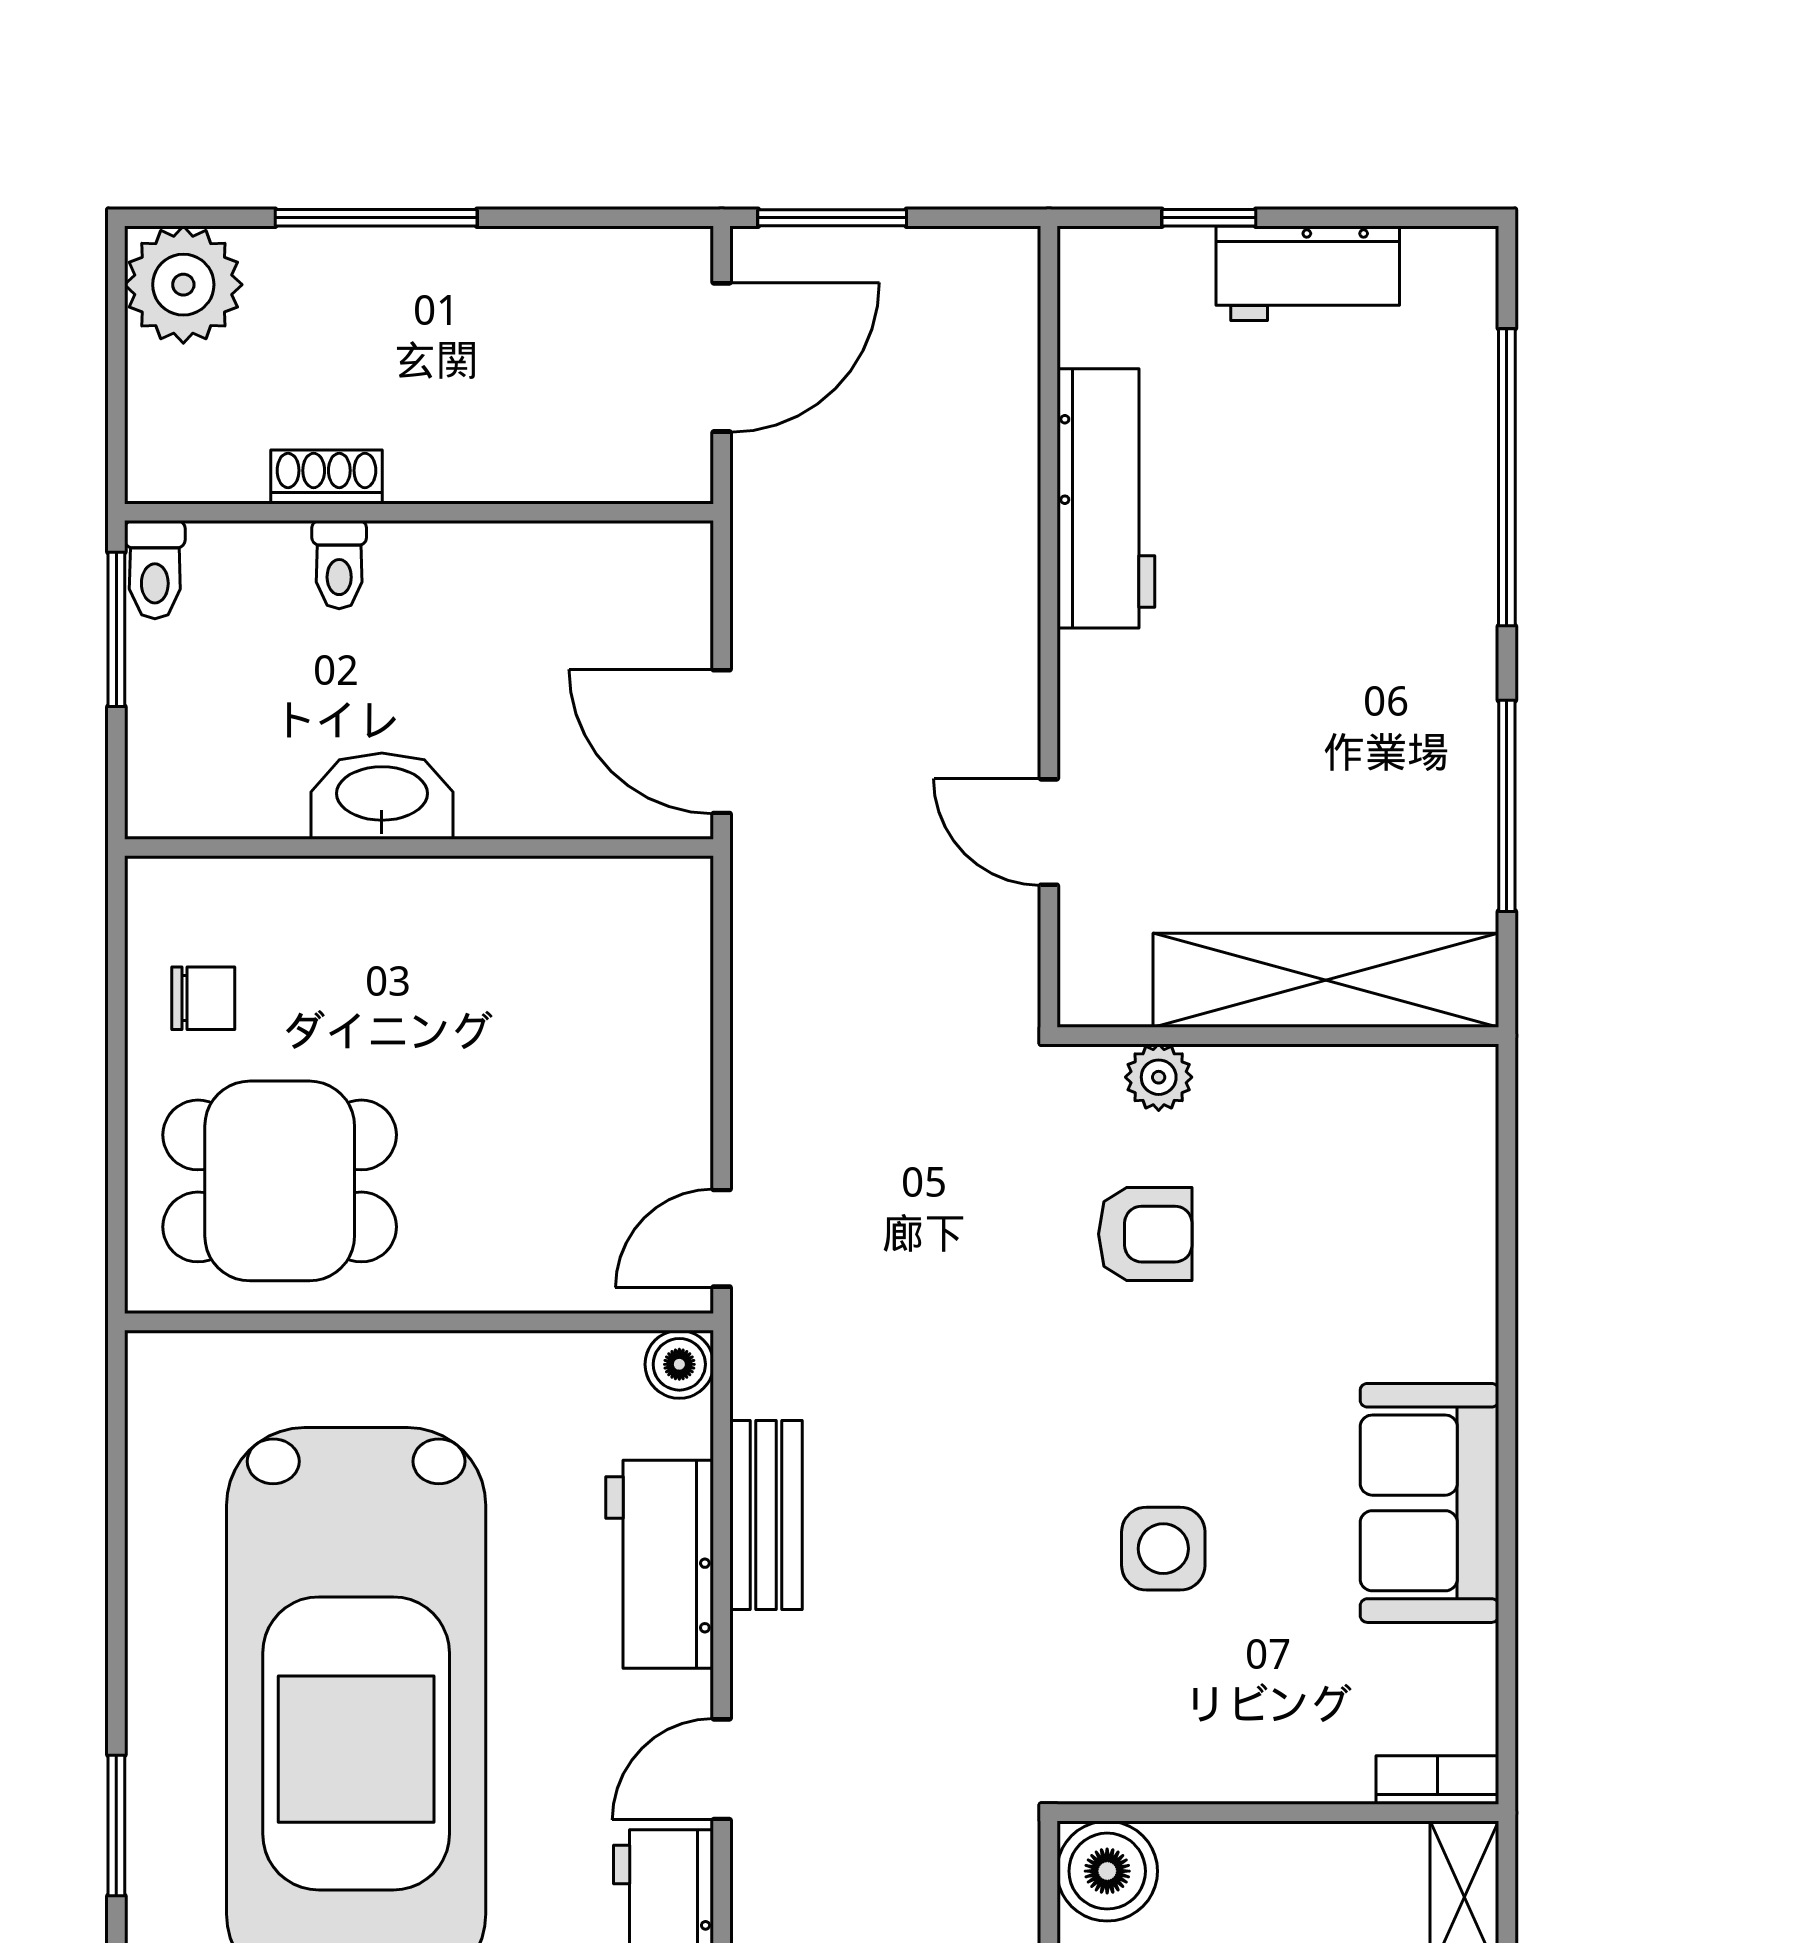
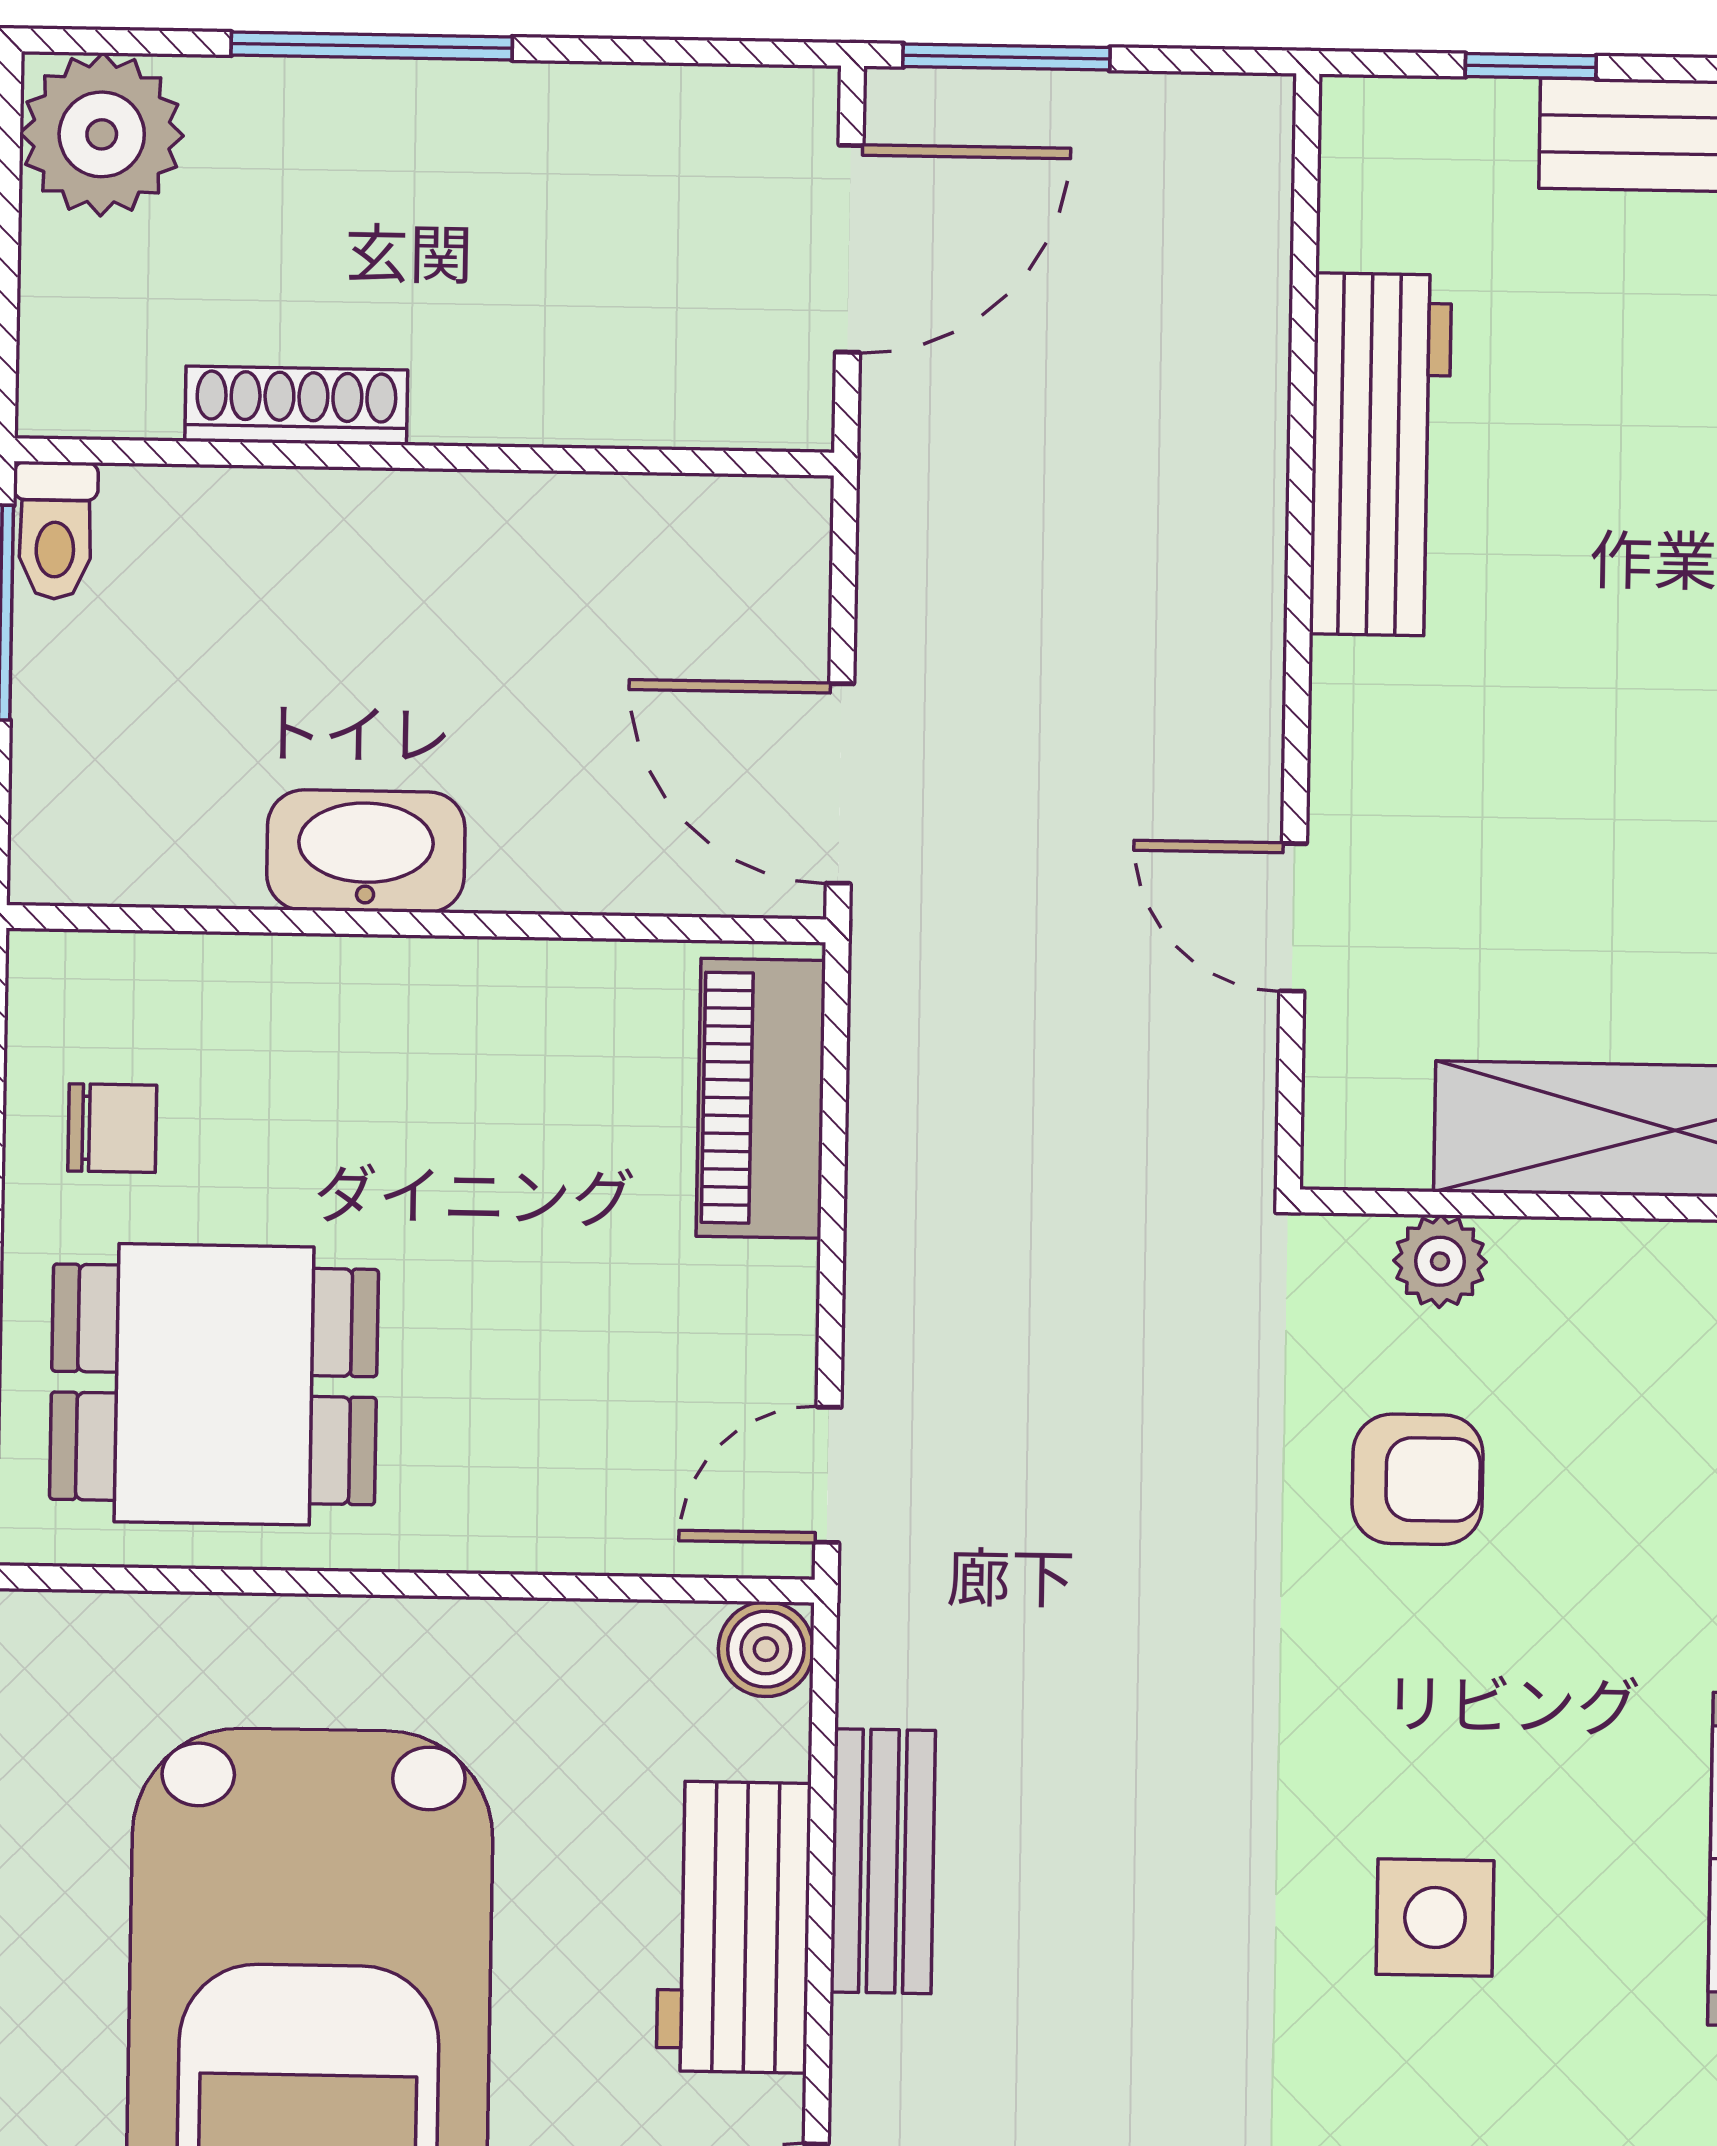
shoe rack: (326, 477) -> (296, 406), width x1.43
toilet: (339, 565) -> (312, 528), removed
piano: (669, 969) -> (761, 1098), added

